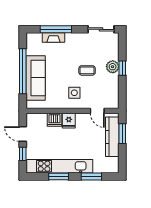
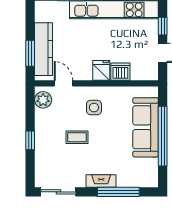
fireplace: (54, 38) -> (101, 181), moved
plant: (113, 67) -> (43, 100), moved

